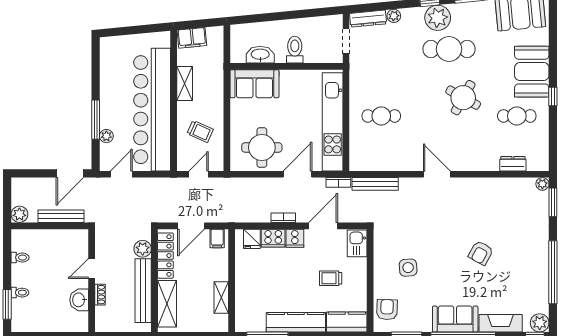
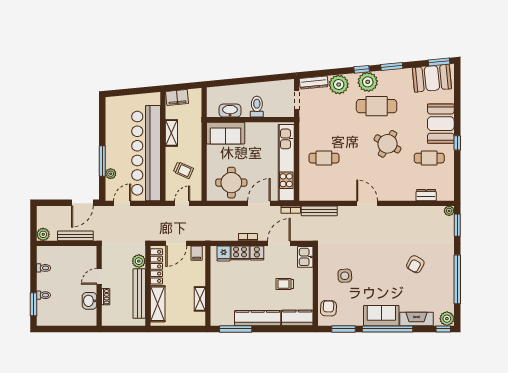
plant: (394, 16) -> (339, 85), width x1.88, depth x1.88
armchair: (481, 253) -> (415, 264), moved

